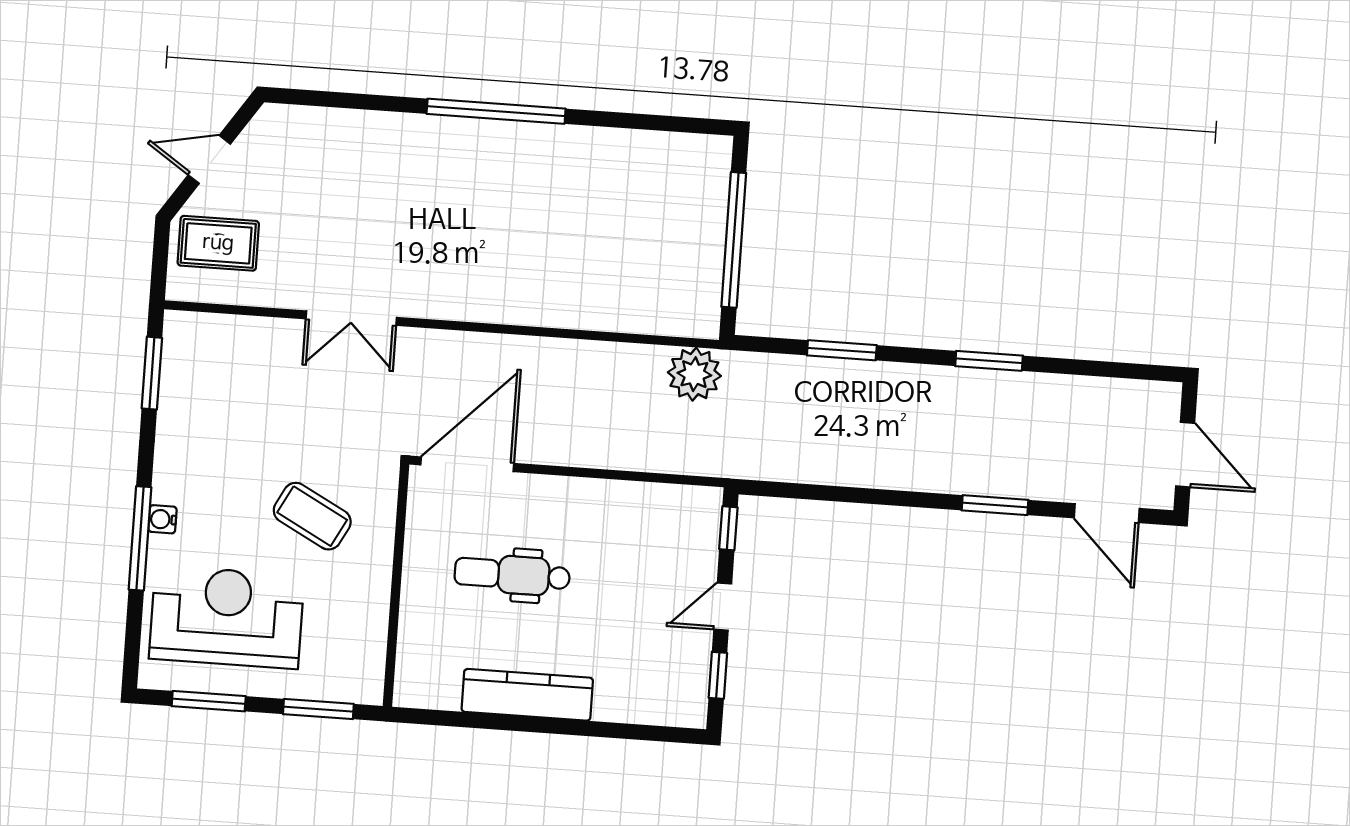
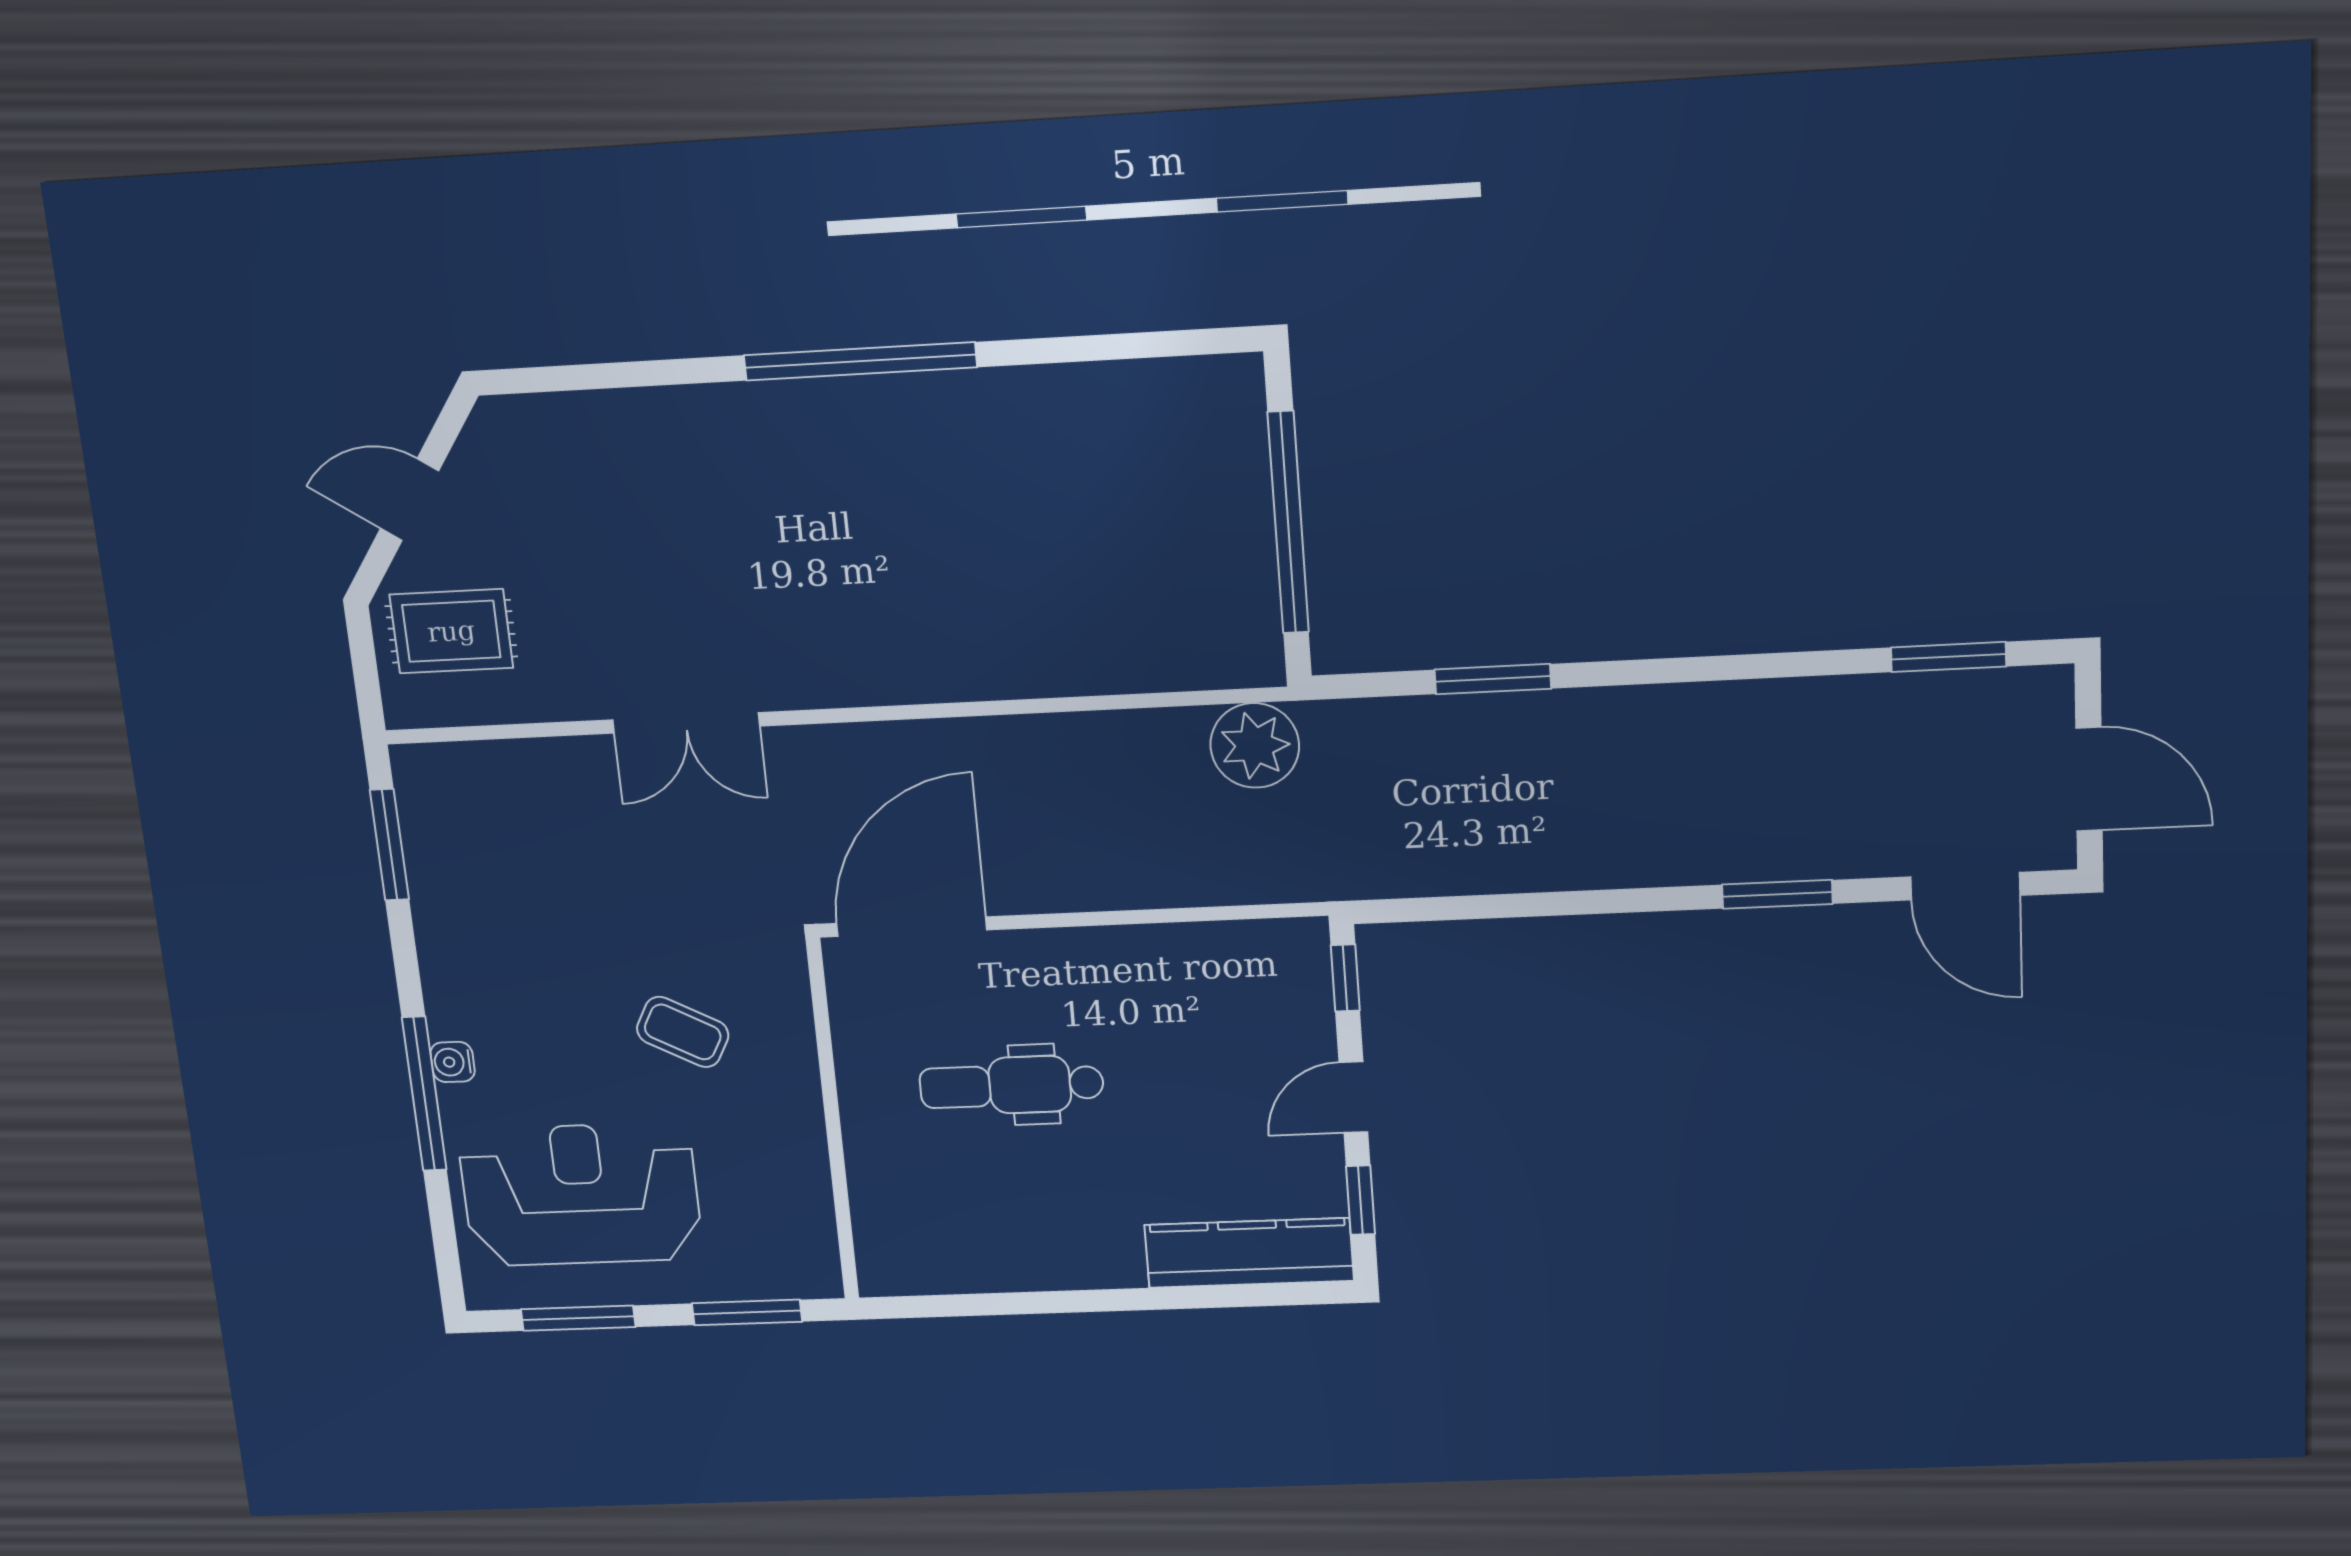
window: (989, 361) -> (1949, 657), moved
coffee table: (312, 516) -> (683, 1032), width x0.73, depth x0.77
kitchen counter: (527, 695) -> (1249, 1253), moved

